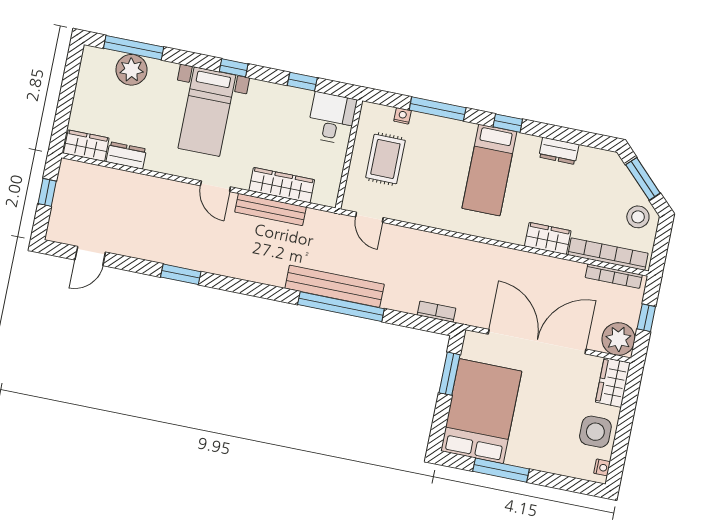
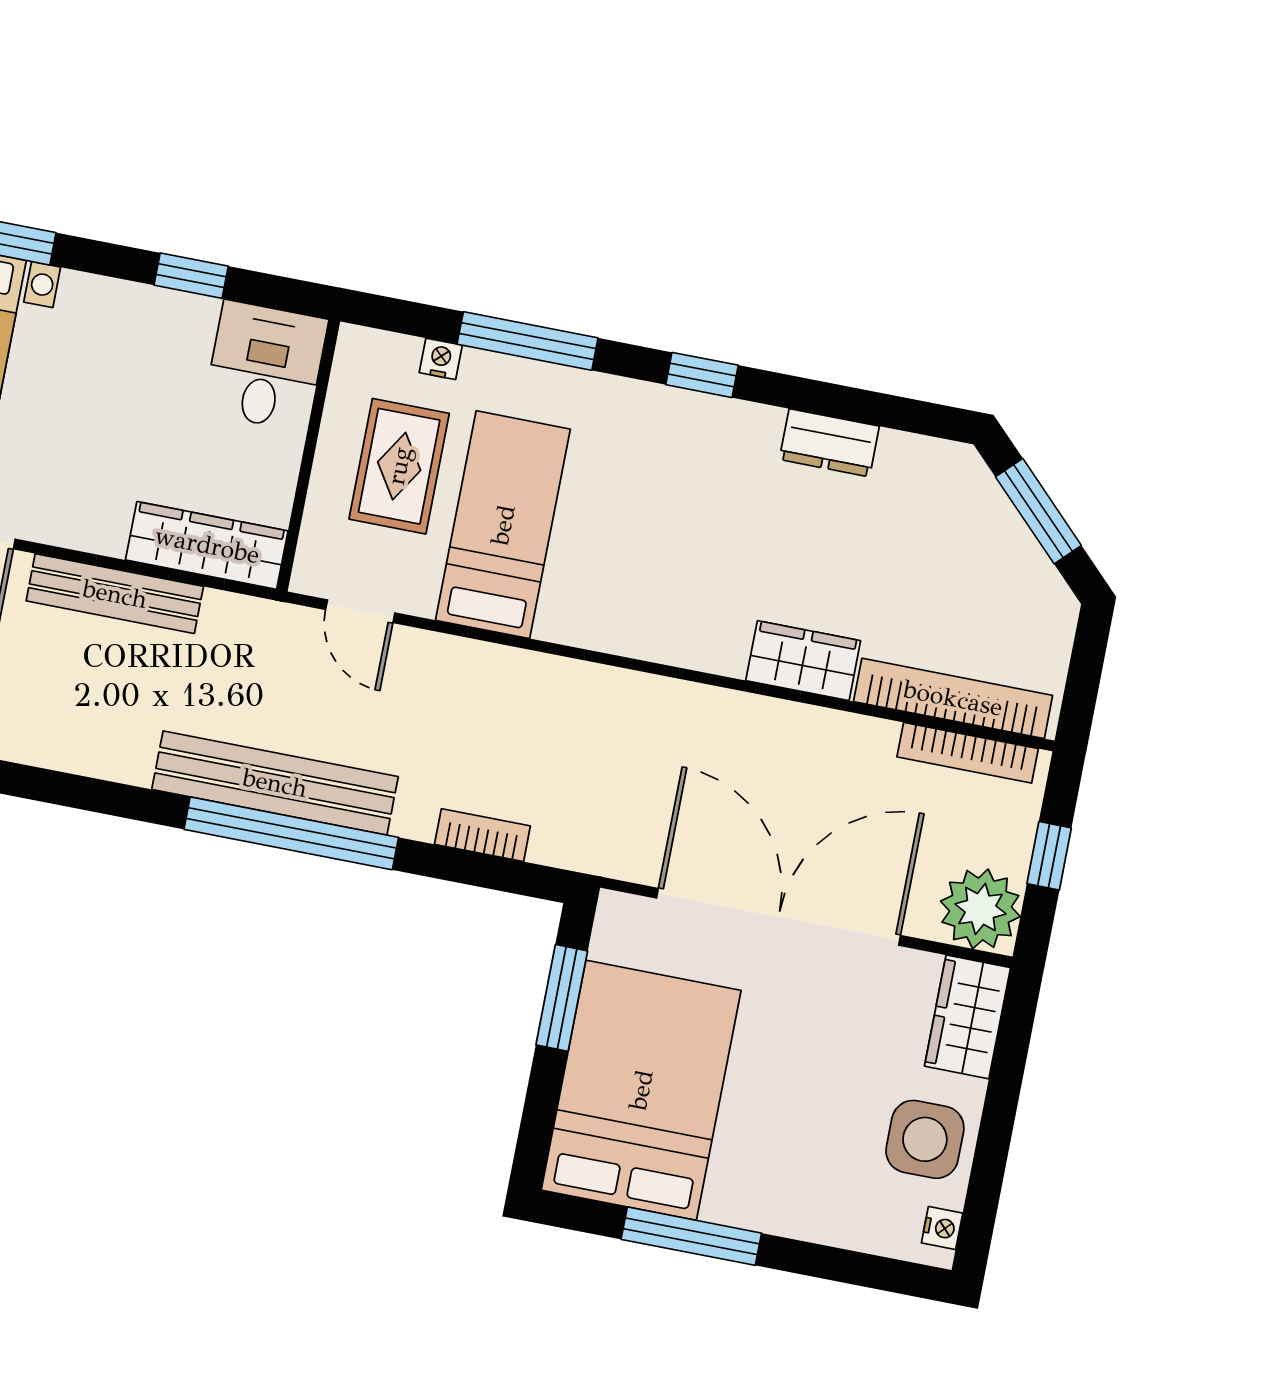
bed: (489, 170) -> (503, 525), moved, turned 180
wardrobe: (282, 185) -> (207, 545), moved
stool: (638, 217) -> (1027, 605), removed
bookcase: (436, 312) -> (482, 835), moved

